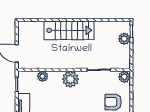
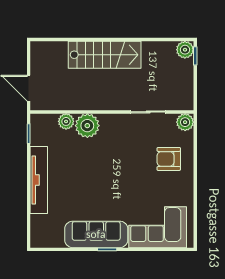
plant: (124, 39) -> (185, 50), moved
plant: (70, 79) -> (87, 126), moved

